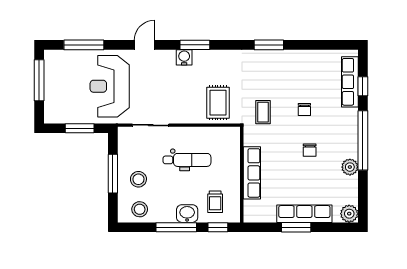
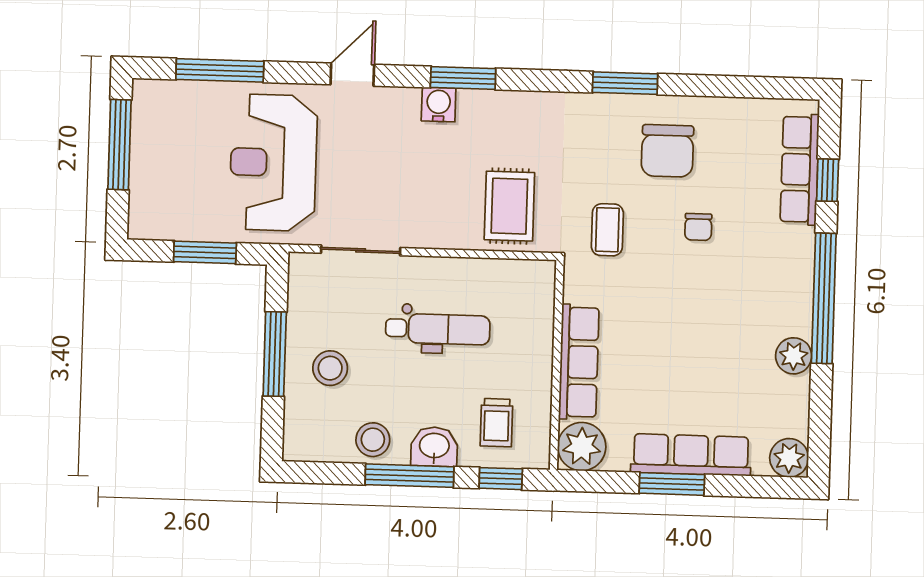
chair: (310, 150) -> (667, 151), moved, width x1.87, depth x1.87
stool: (140, 209) -> (373, 440), moved
plant: (254, 211) -> (582, 447), added

